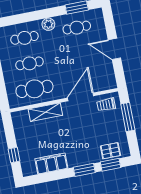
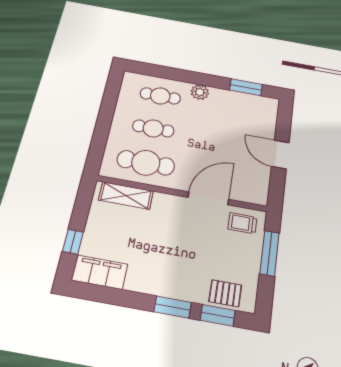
cafe table: (77, 28) -> (237, 110), removed
shelving: (45, 112) -> (126, 195), moved
filing cabinet: (51, 163) -> (100, 272), moved

